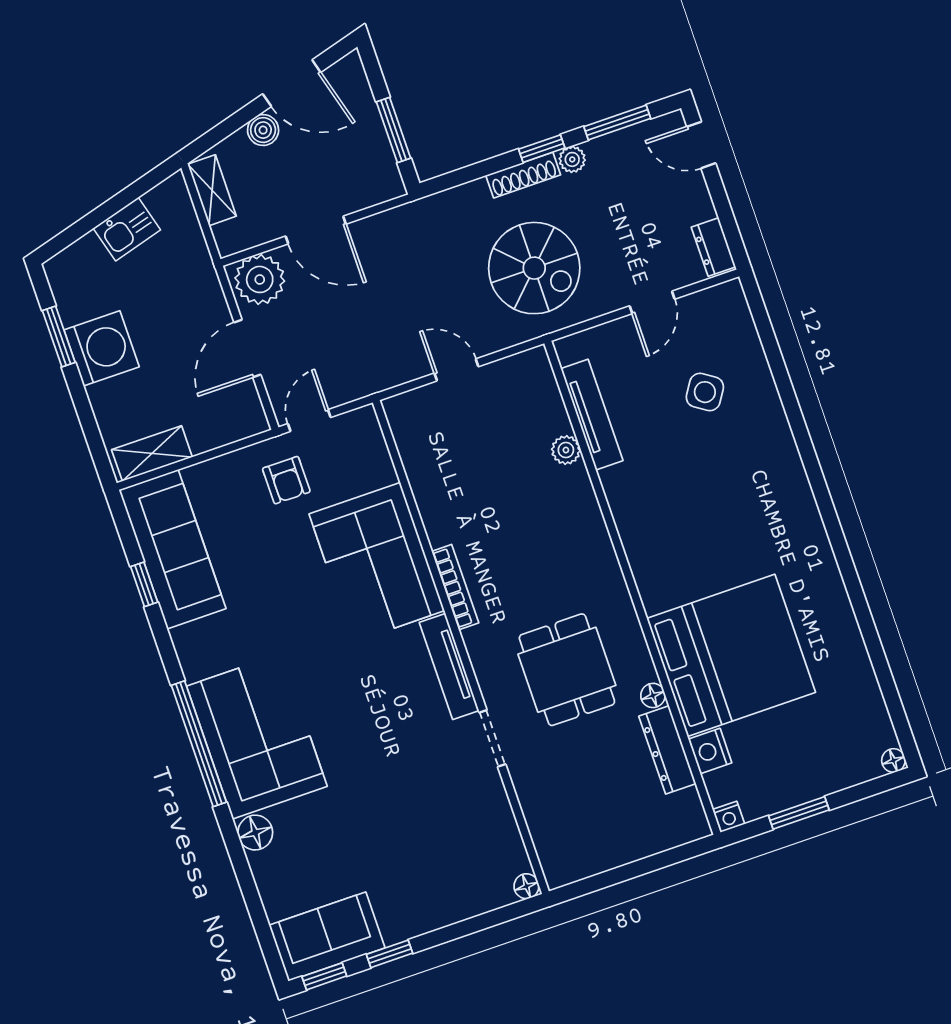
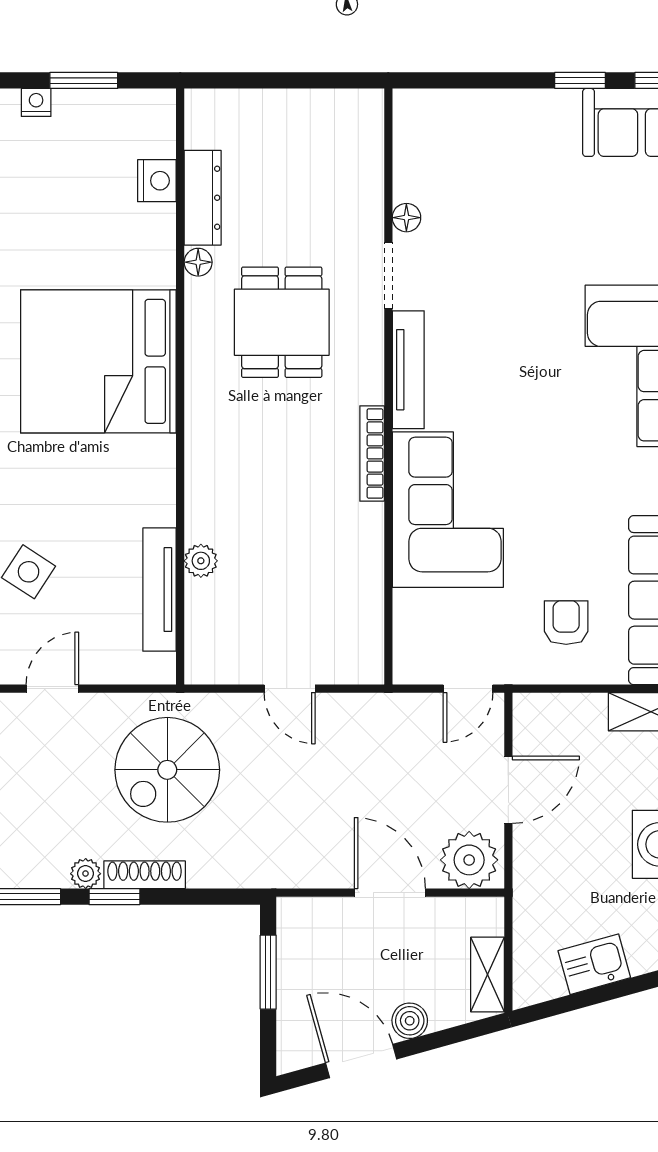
spiral stairs: (534, 268) -> (167, 770), turned -90
armchair: (286, 480) -> (566, 623), moved
bed: (731, 655) -> (98, 361), moved
nightstand: (729, 817) -> (36, 102), moved
floor lamp: (526, 886) -> (406, 218), moved

